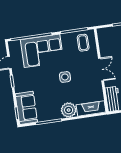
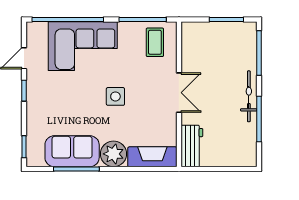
sofa: (26, 108) -> (72, 151), moved, turned -90

